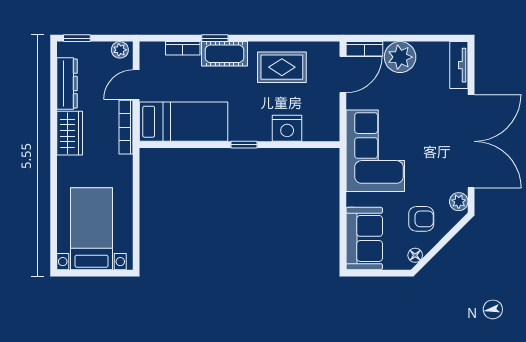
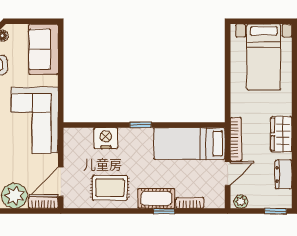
dresser: (67, 83) -> (284, 174), width x0.70

